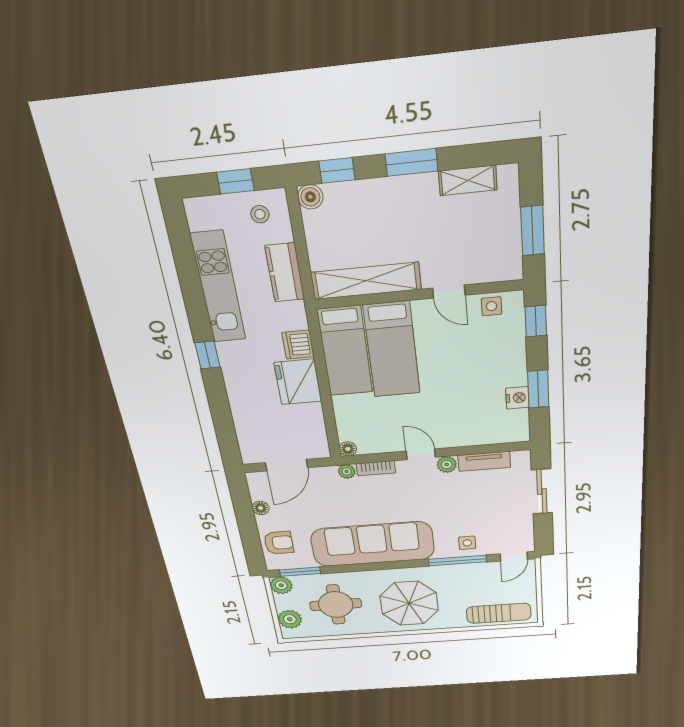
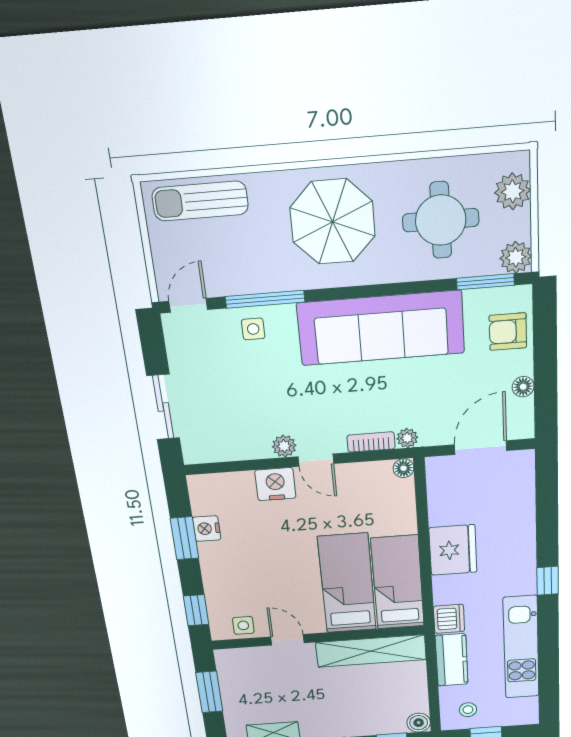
dishwasher: (298, 345) -> (449, 619), moved
nightstand: (455, 435) -> (275, 484), added
tv unit: (484, 461) -> (239, 450), removed

